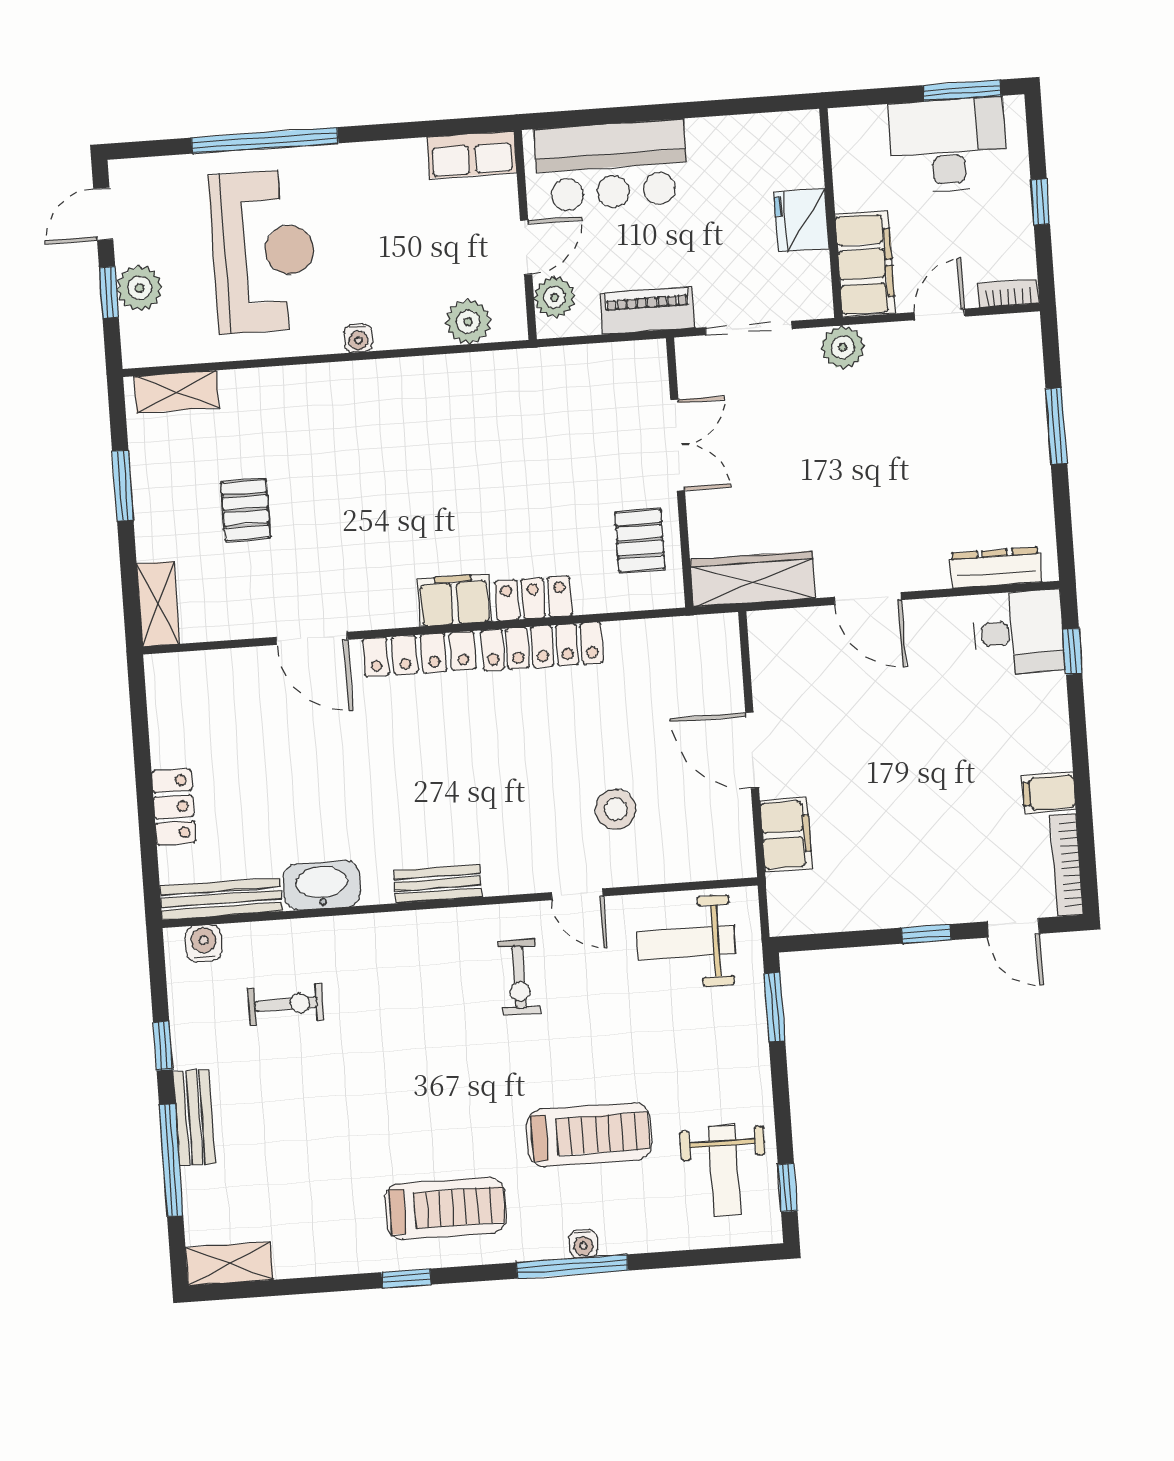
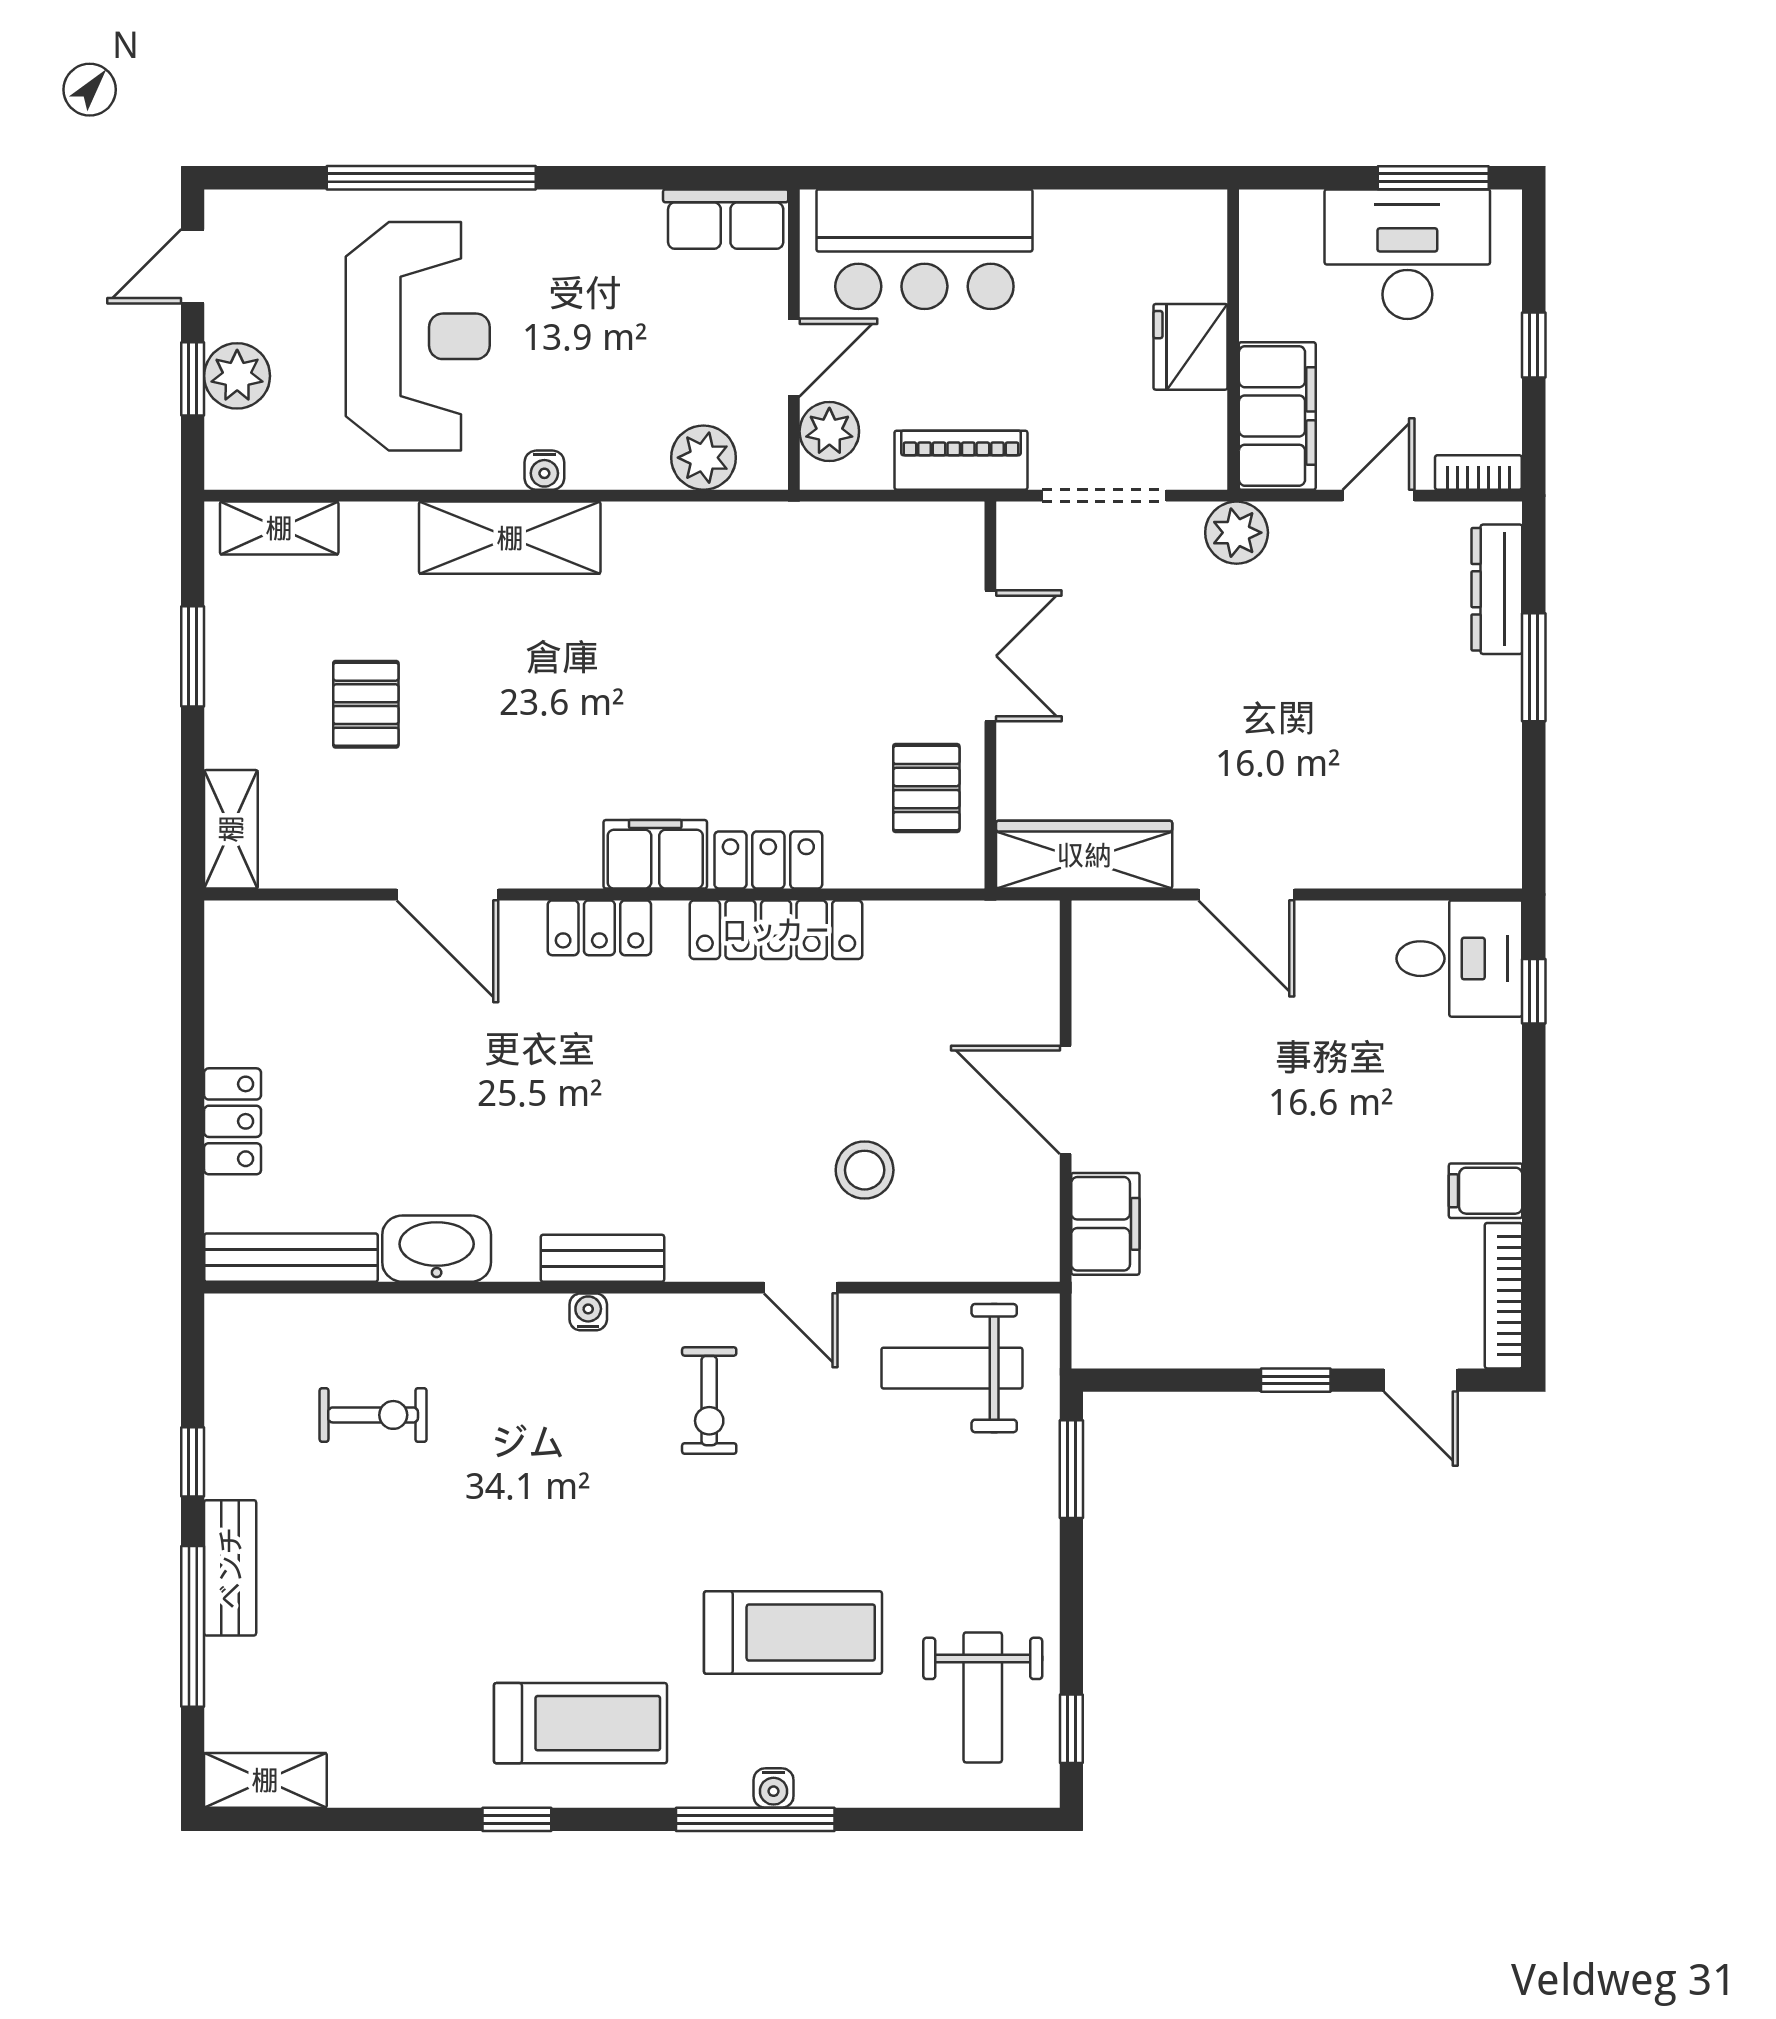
shelving: (337, 387) -> (510, 538), added
dresser: (996, 568) -> (1497, 589), moved, turned -90
locker: (419, 654) -> (599, 928), width x0.66
water cooler: (204, 943) -> (588, 1312), moved, width x0.72, depth x0.72

